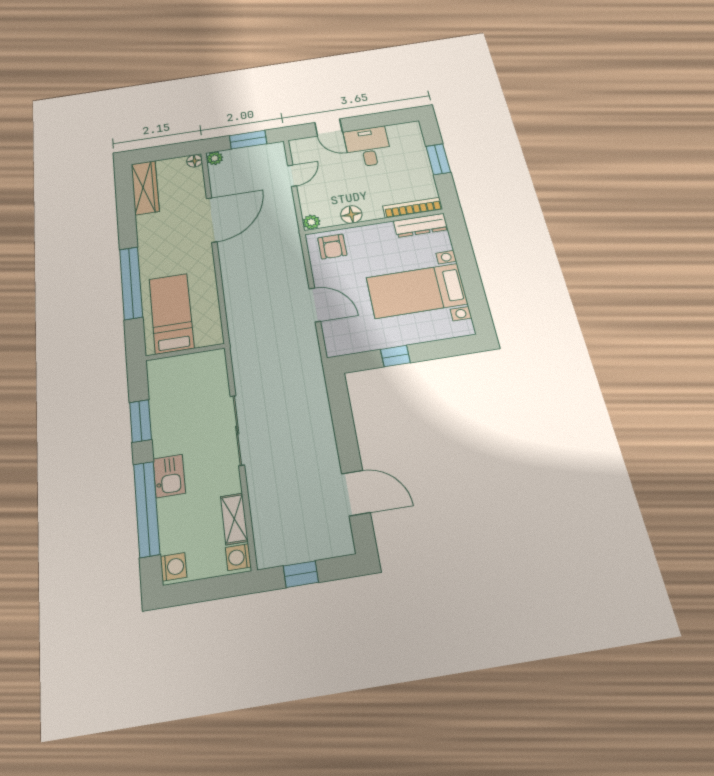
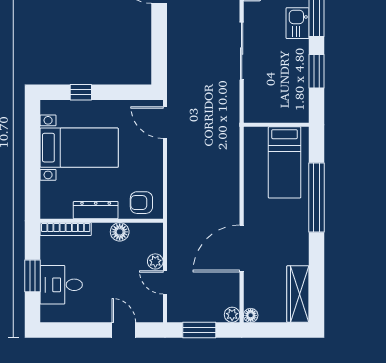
desk: (368, 147) -> (61, 285), moved, turned 90
door: (292, 176) -> (165, 282), hinge flipped
plant: (311, 222) -> (155, 261), moved
dresser: (421, 225) -> (96, 210), moved
armchair: (332, 247) -> (141, 203), turned -90
door: (315, 305) -> (165, 123), moved
window: (395, 356) -> (81, 92), moved

